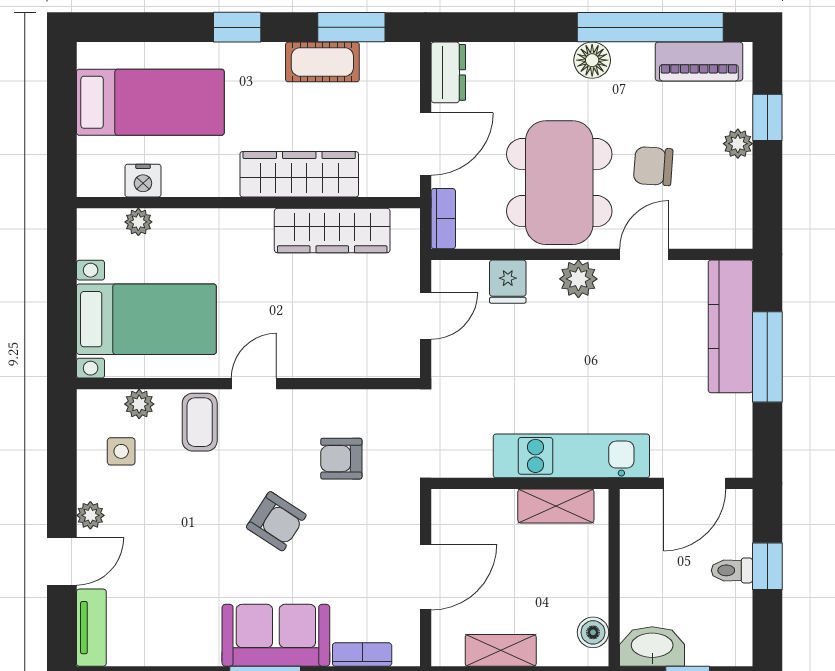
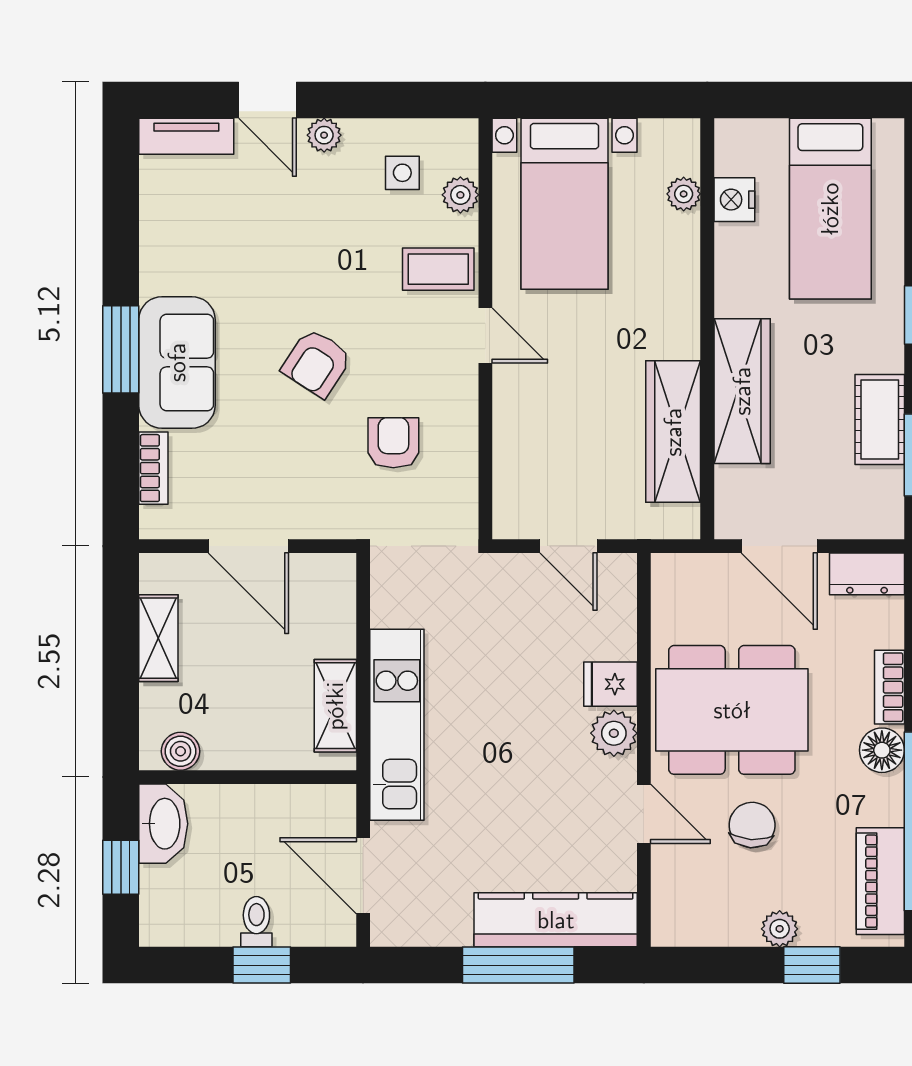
bookcase: (443, 219) -> (889, 687), moved, turned 90
fridge: (508, 282) -> (611, 684), moved

